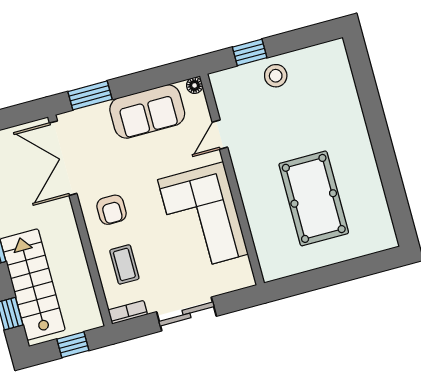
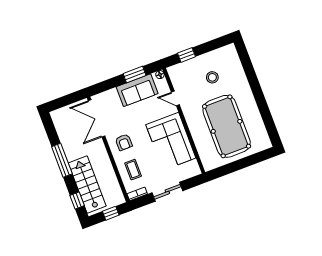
stool: (276, 76) -> (212, 77), moved
window: (90, 95) -> (135, 75), moved
door: (220, 135) -> (175, 98), hinge flipped
pool table: (314, 198) -> (227, 126), width x1.36, depth x1.32

